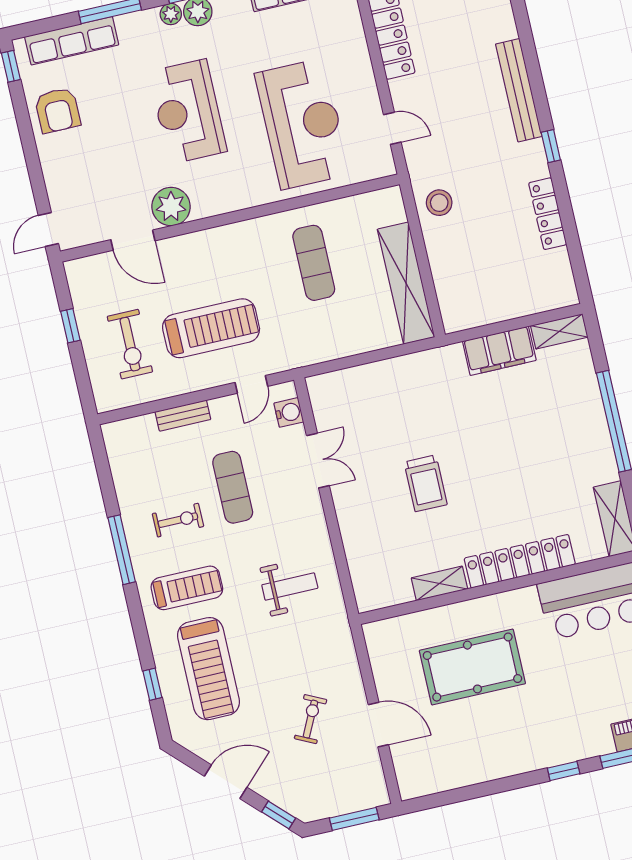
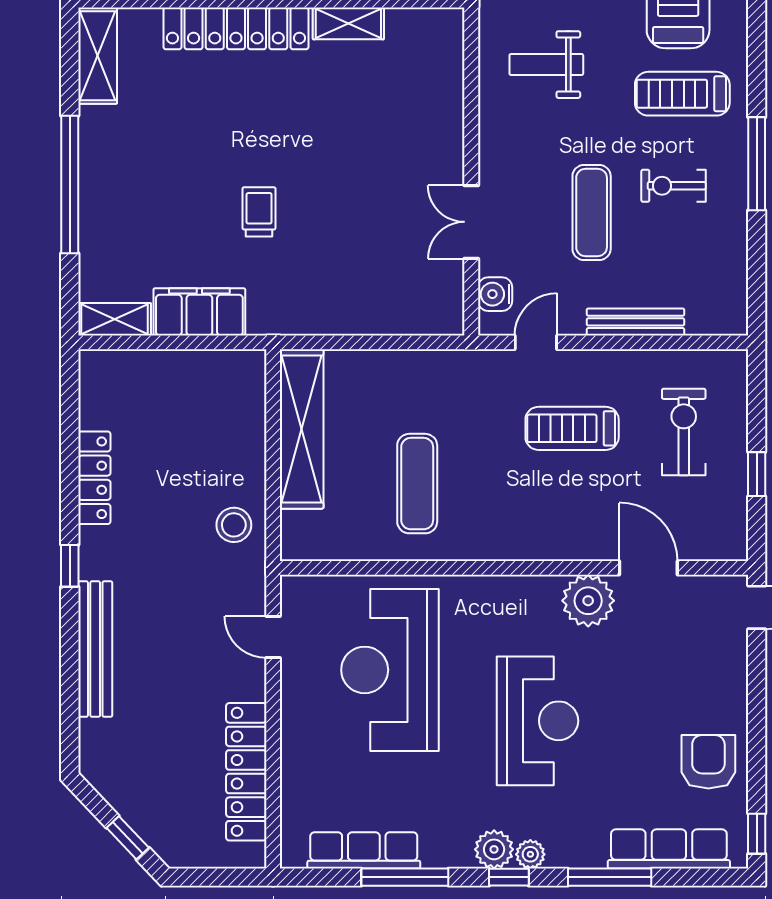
treadmill: (211, 328) -> (572, 428), width x0.73, depth x0.73
bench: (183, 416) -> (636, 322), width x1.36
trolley: (426, 483) -> (259, 212), moved, width x0.73, depth x0.72

